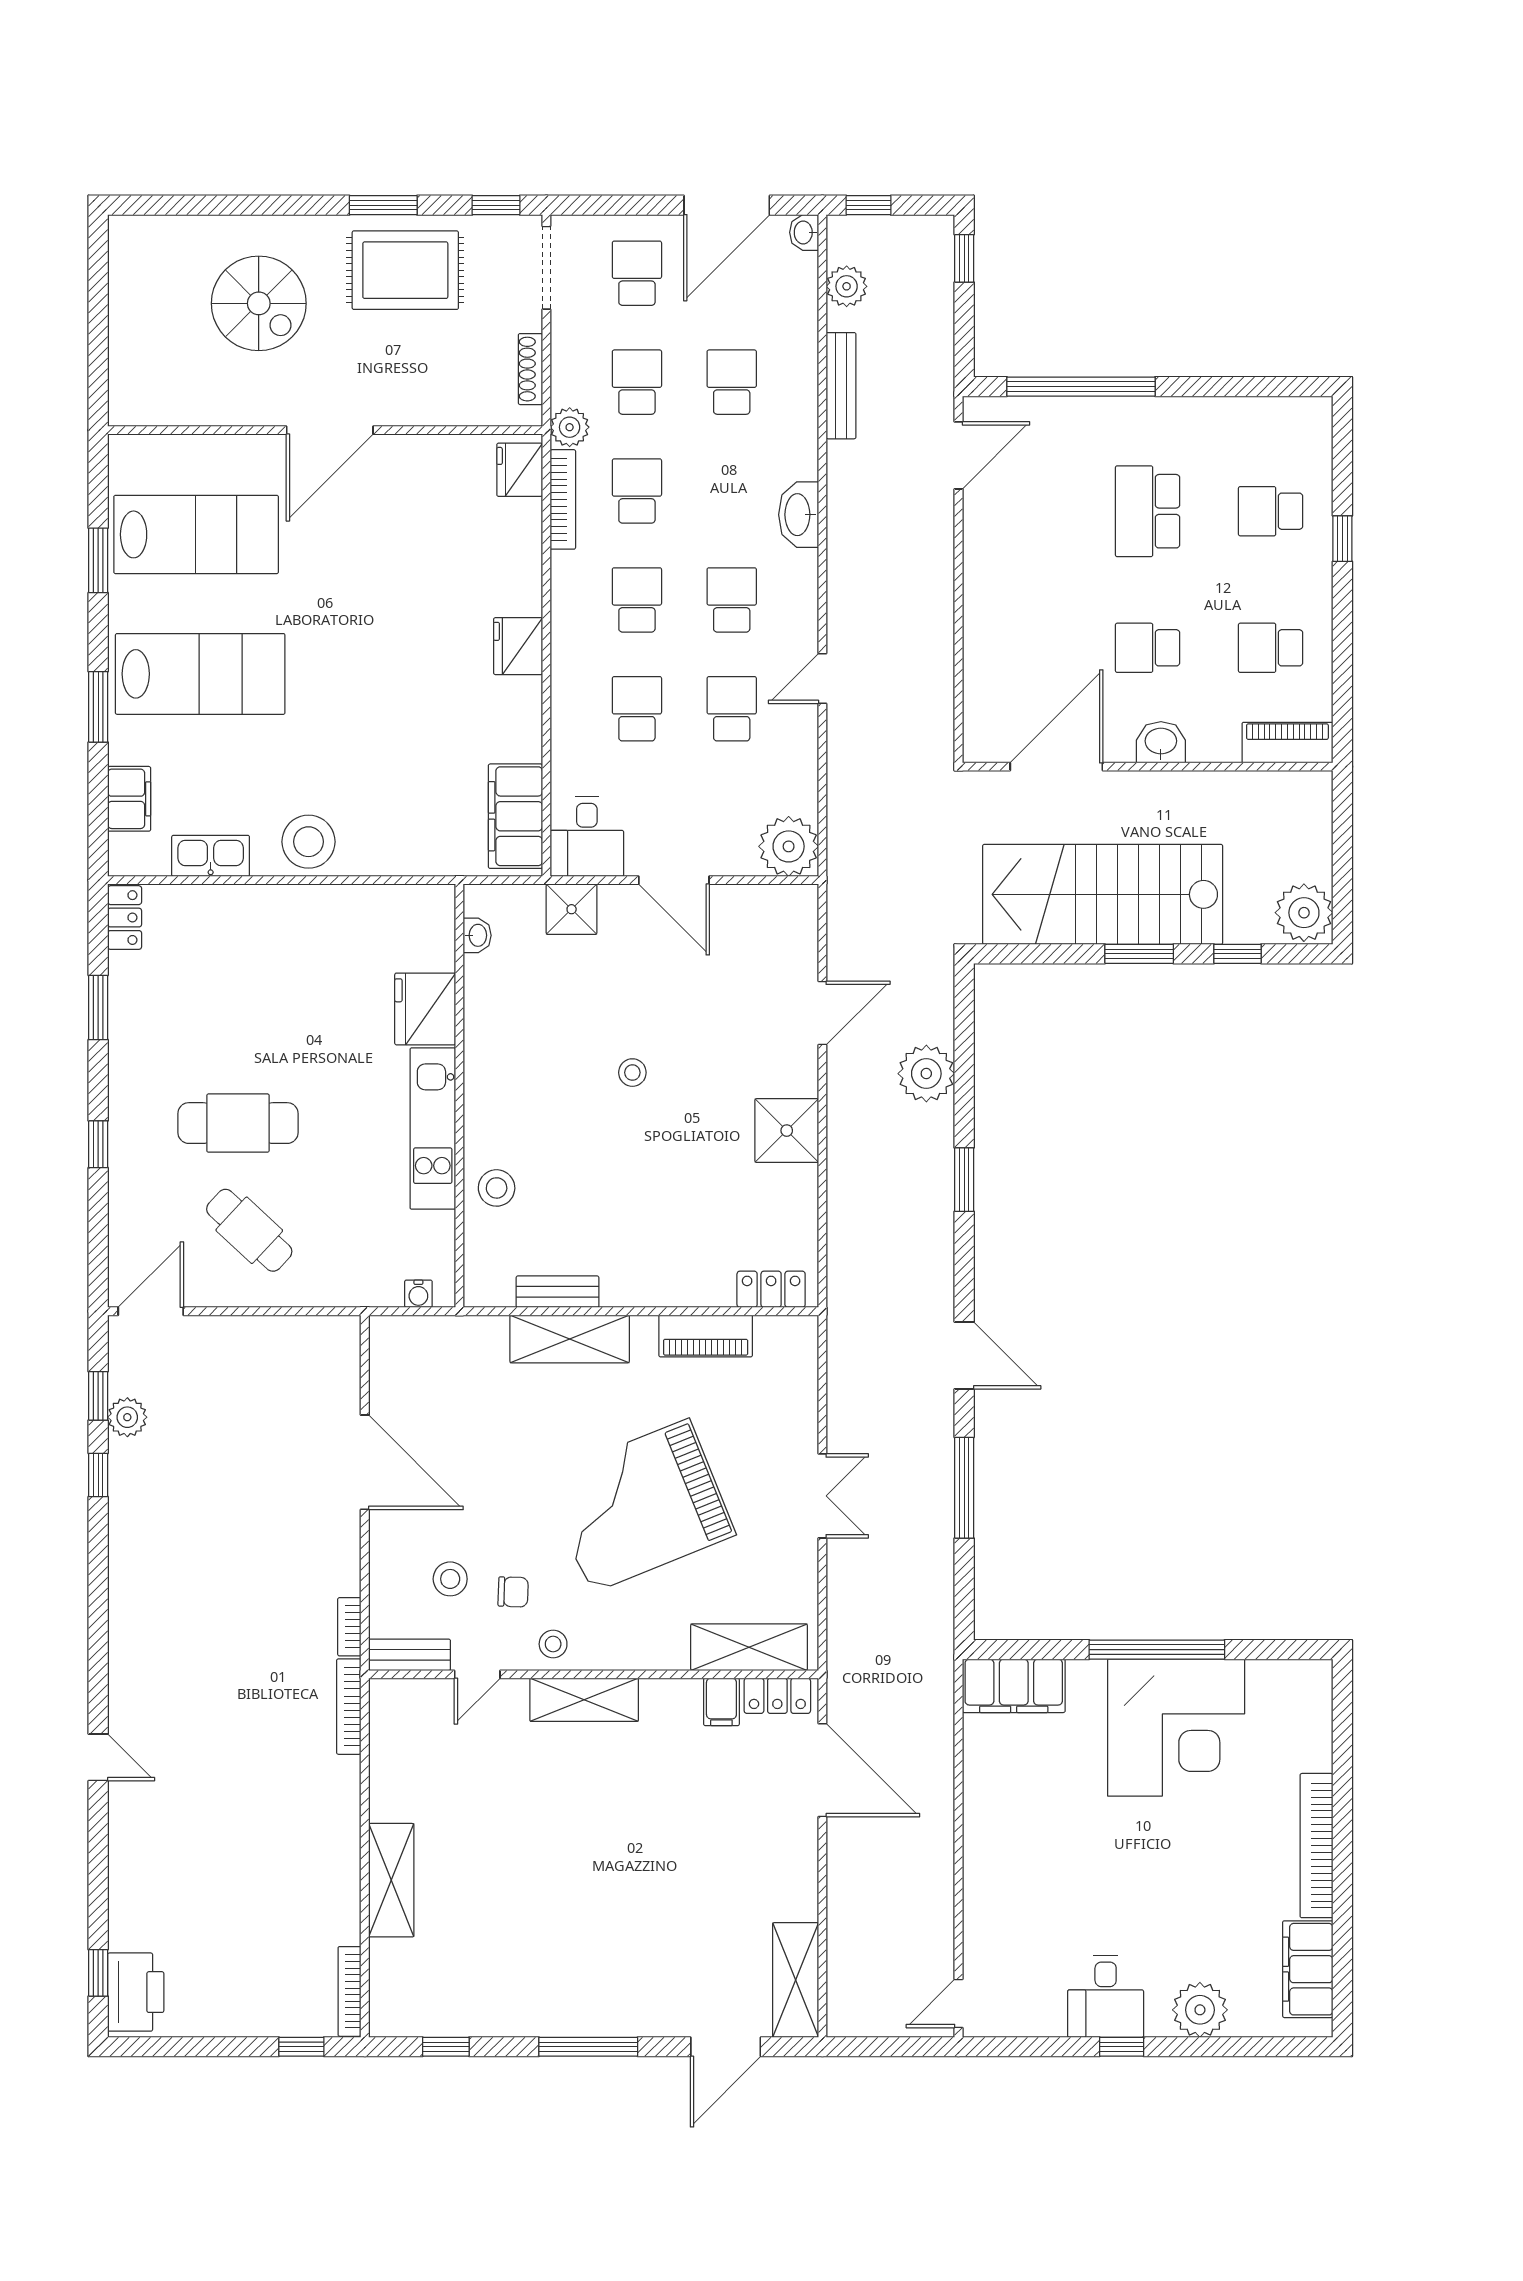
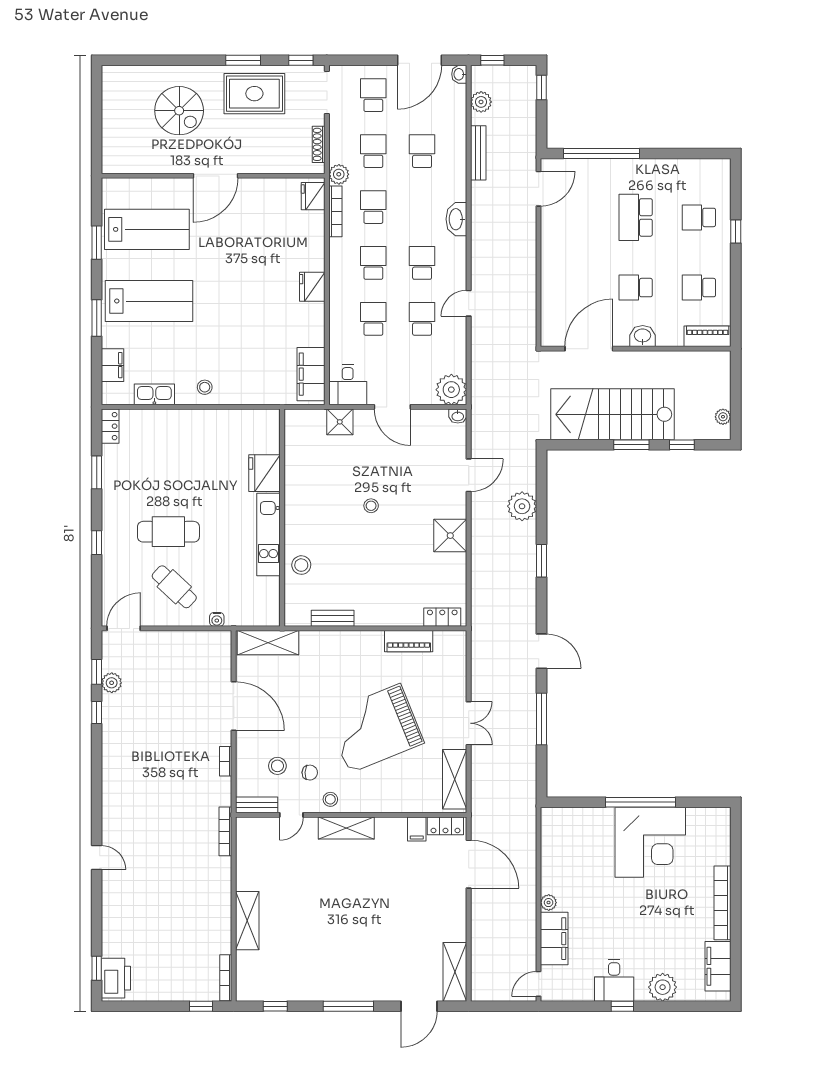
stool: (308, 842) -> (205, 387), width x0.53, depth x0.53
plant: (1304, 913) -> (723, 417), width x0.53, depth x0.53
washbasin: (477, 935) -> (458, 416), moved, turned 90
water cooler: (418, 1294) -> (217, 619), moved
shelving: (570, 1339) -> (268, 643), moved
bookcase: (349, 1627) -> (226, 761), moved
shelving: (749, 1647) -> (455, 779), moved, turned 90
filing cabinet: (1014, 1686) -> (554, 939), moved, turned -90
plant: (978, 1845) -> (549, 903), added

